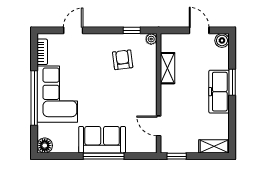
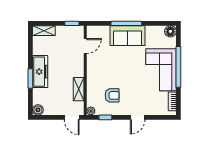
door: (73, 30) -> (138, 117), moved
door: (199, 30) -> (72, 117), moved
armchair: (123, 60) -> (112, 95), turned -83
door: (159, 126) -> (85, 46), hinge flipped

